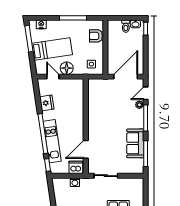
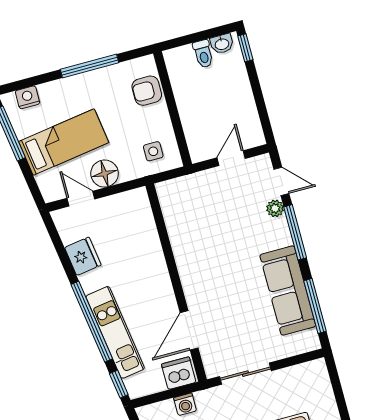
door: (126, 77) -> (231, 158), width x0.53
door: (146, 93) -> (281, 181), swing flipped
sofa: (135, 143) -> (288, 291), width x1.36

